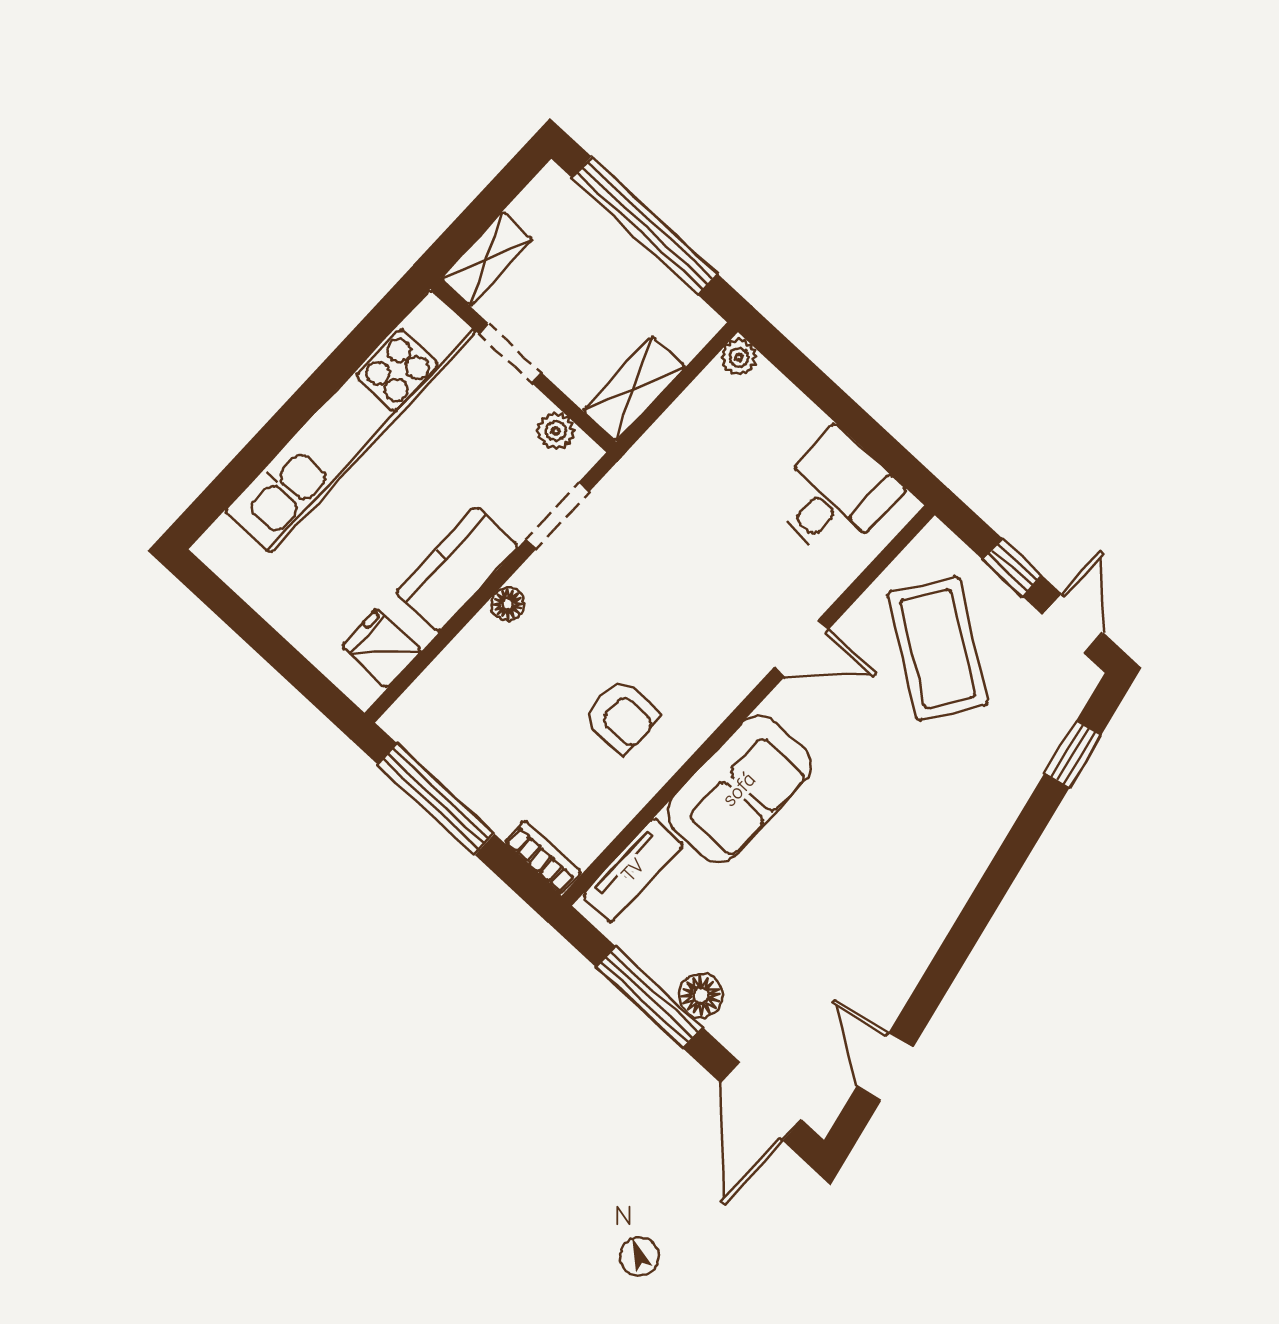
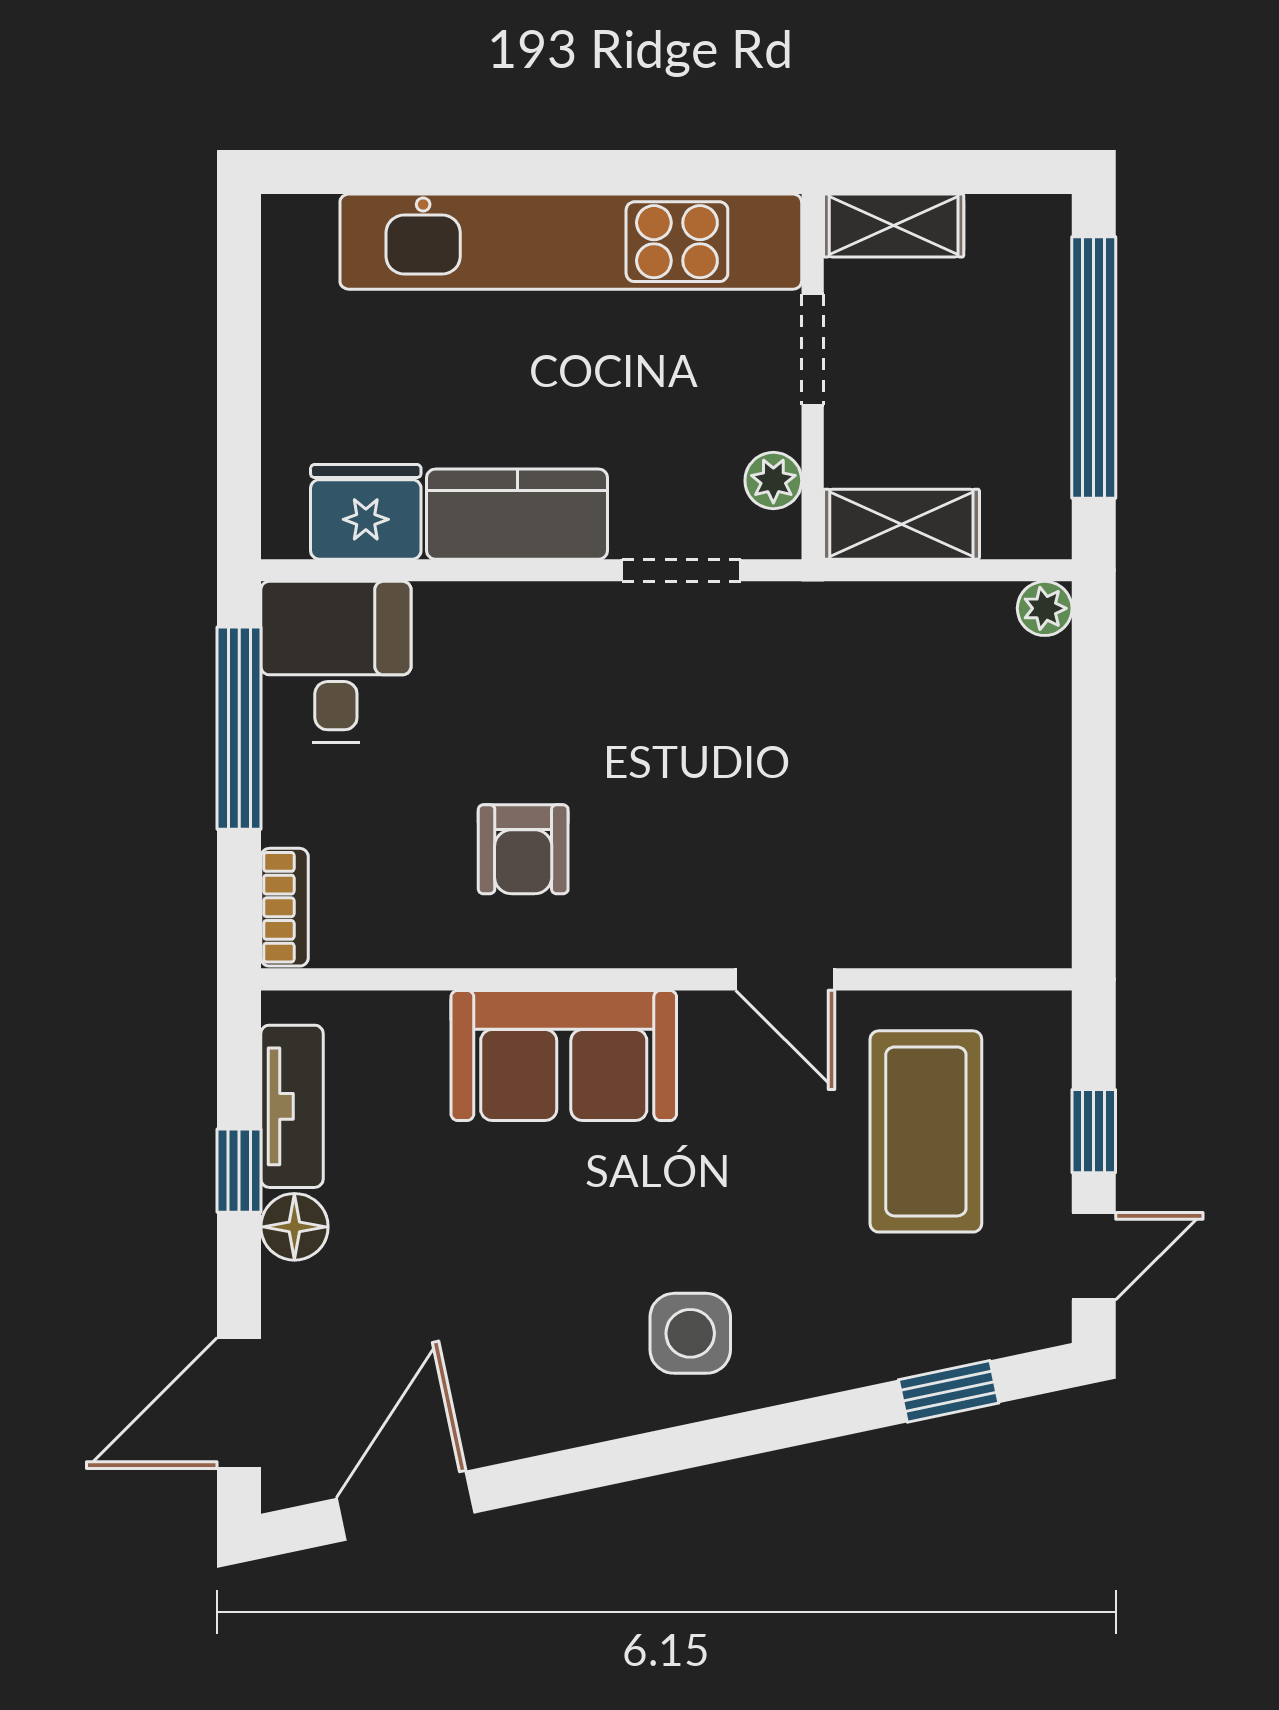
desk: (835, 495) -> (336, 662), moved, turned -90
floor lamp: (508, 604) -> (531, 606), removed
fridge: (382, 648) -> (366, 512), width x1.38
coffee table: (938, 649) -> (926, 1131), turned -34
side table: (929, 852) -> (690, 1333), added
tv unit: (633, 870) -> (292, 1106), moved, turned -90
window: (649, 997) -> (239, 1171), width x0.46
door: (885, 1067) -> (406, 1506), width x1.38

